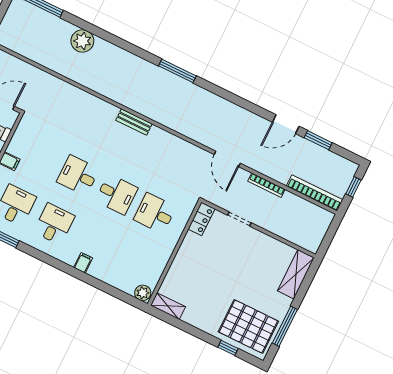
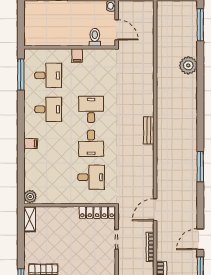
window: (177, 71) -> (200, 167), moved
door: (286, 124) -> (200, 239), hinge flipped
desk: (155, 213) -> (91, 177), turned 90
locker: (202, 219) -> (97, 212), width x1.53

